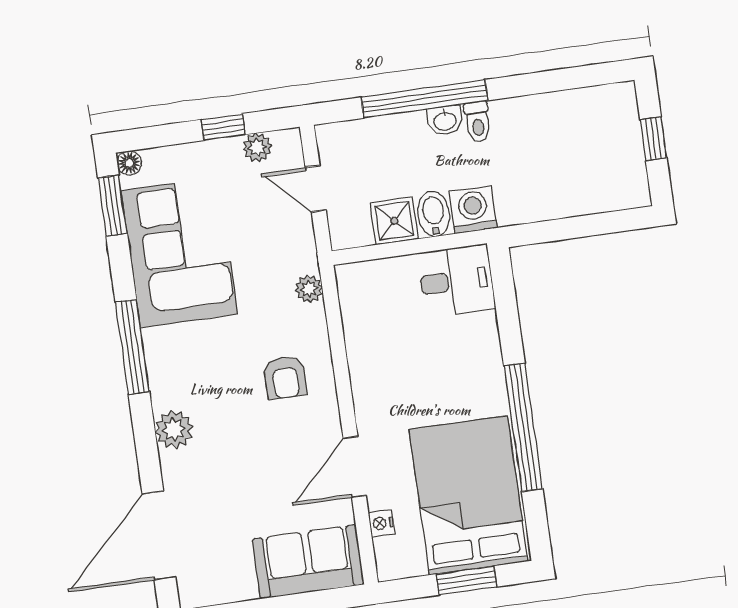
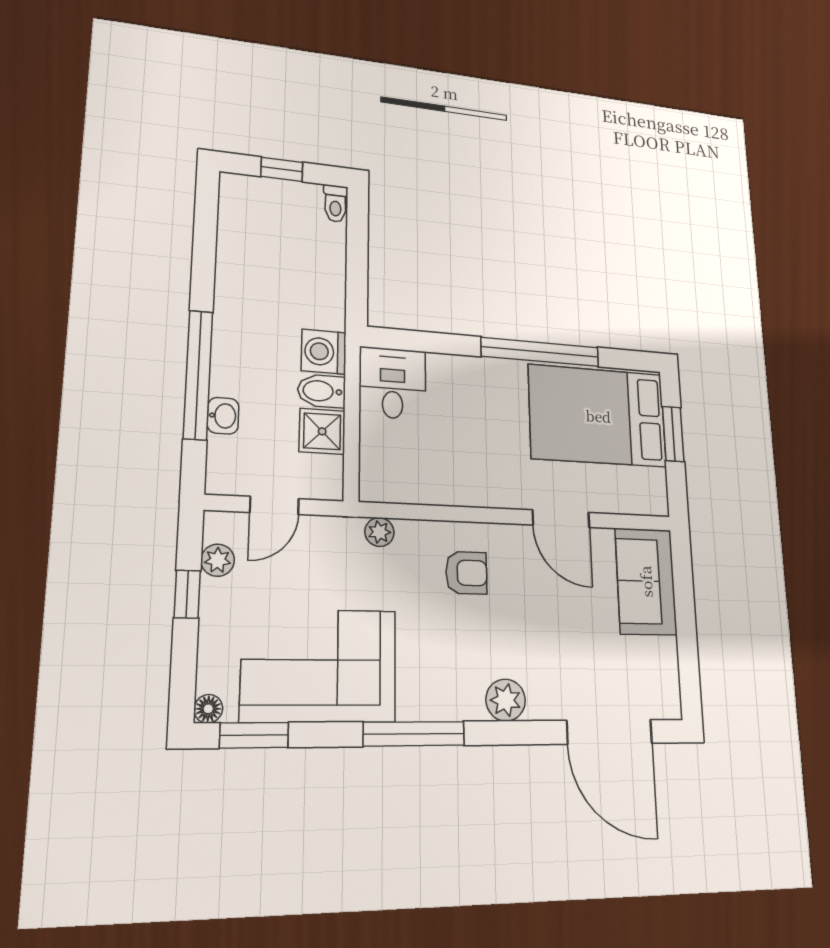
washbasin: (445, 120) -> (223, 416), moved
toilet: (478, 122) -> (335, 203), moved, turned 90
nightstand: (381, 523) -> (616, 503), removed

